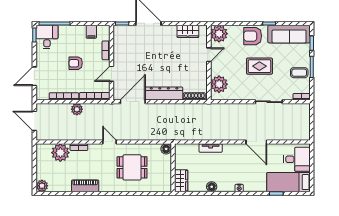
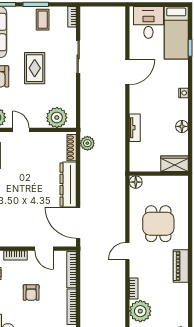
plant: (77, 109) -> (87, 143), moved
piano: (85, 186) -> (181, 266), moved

